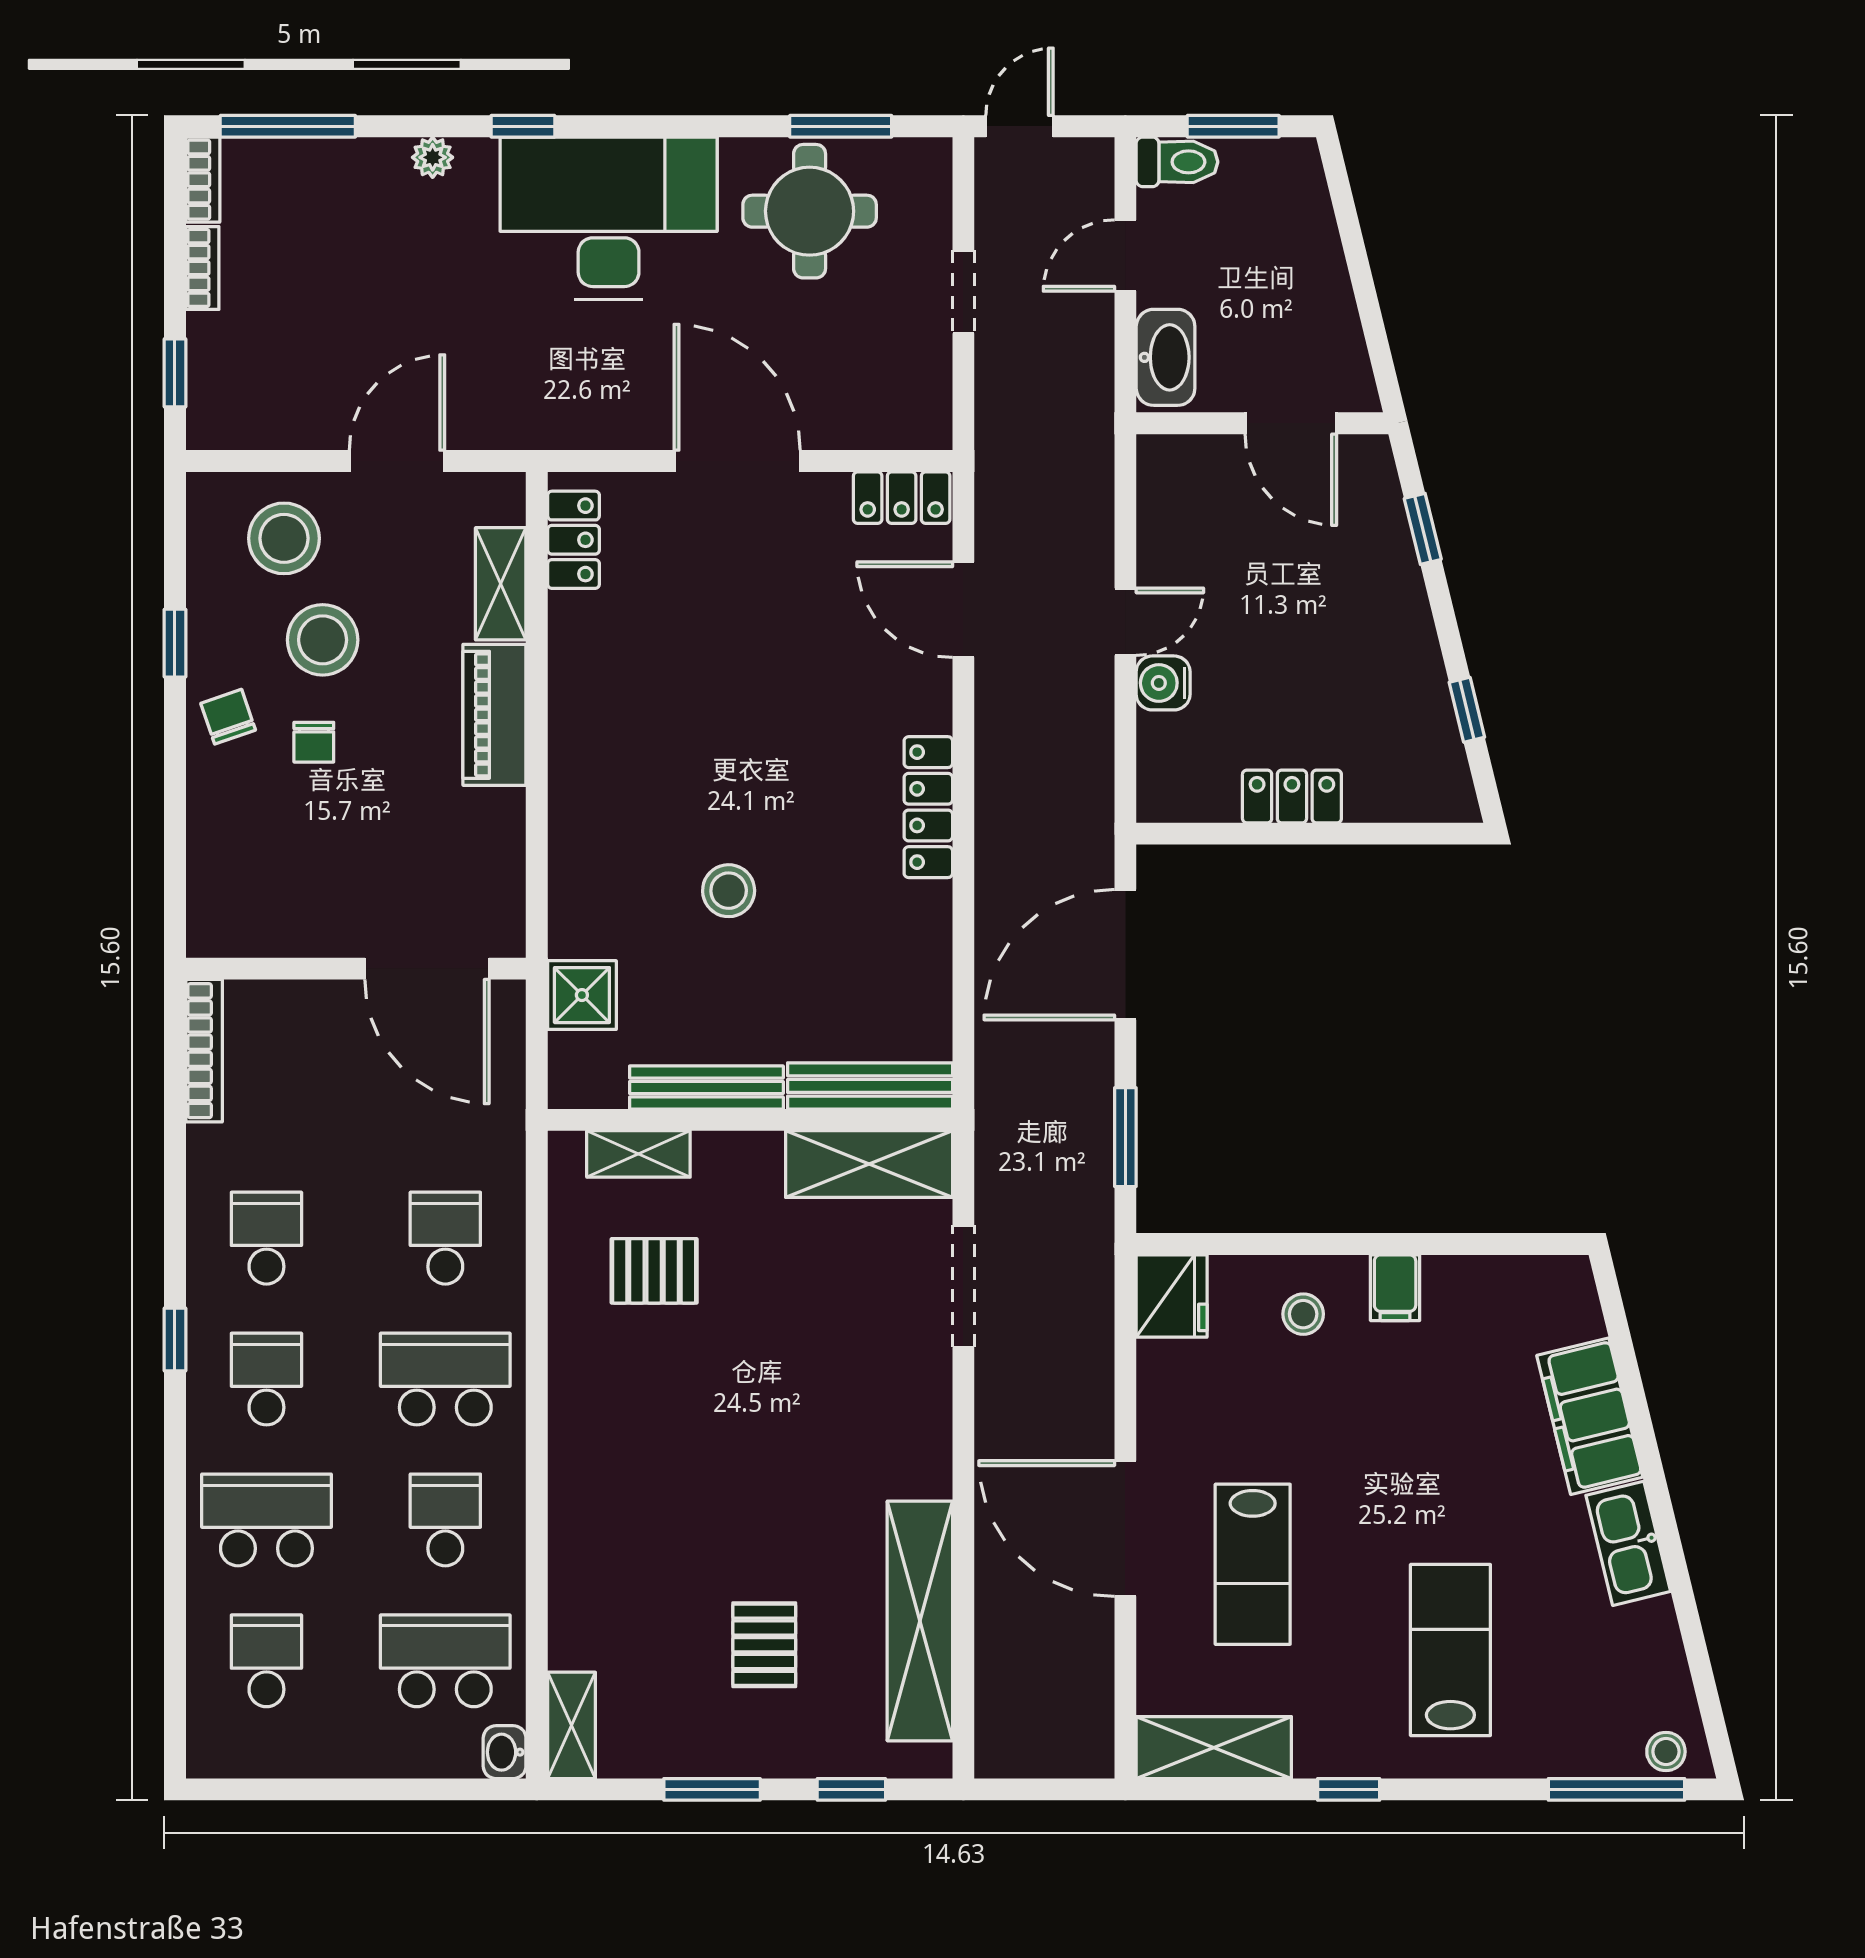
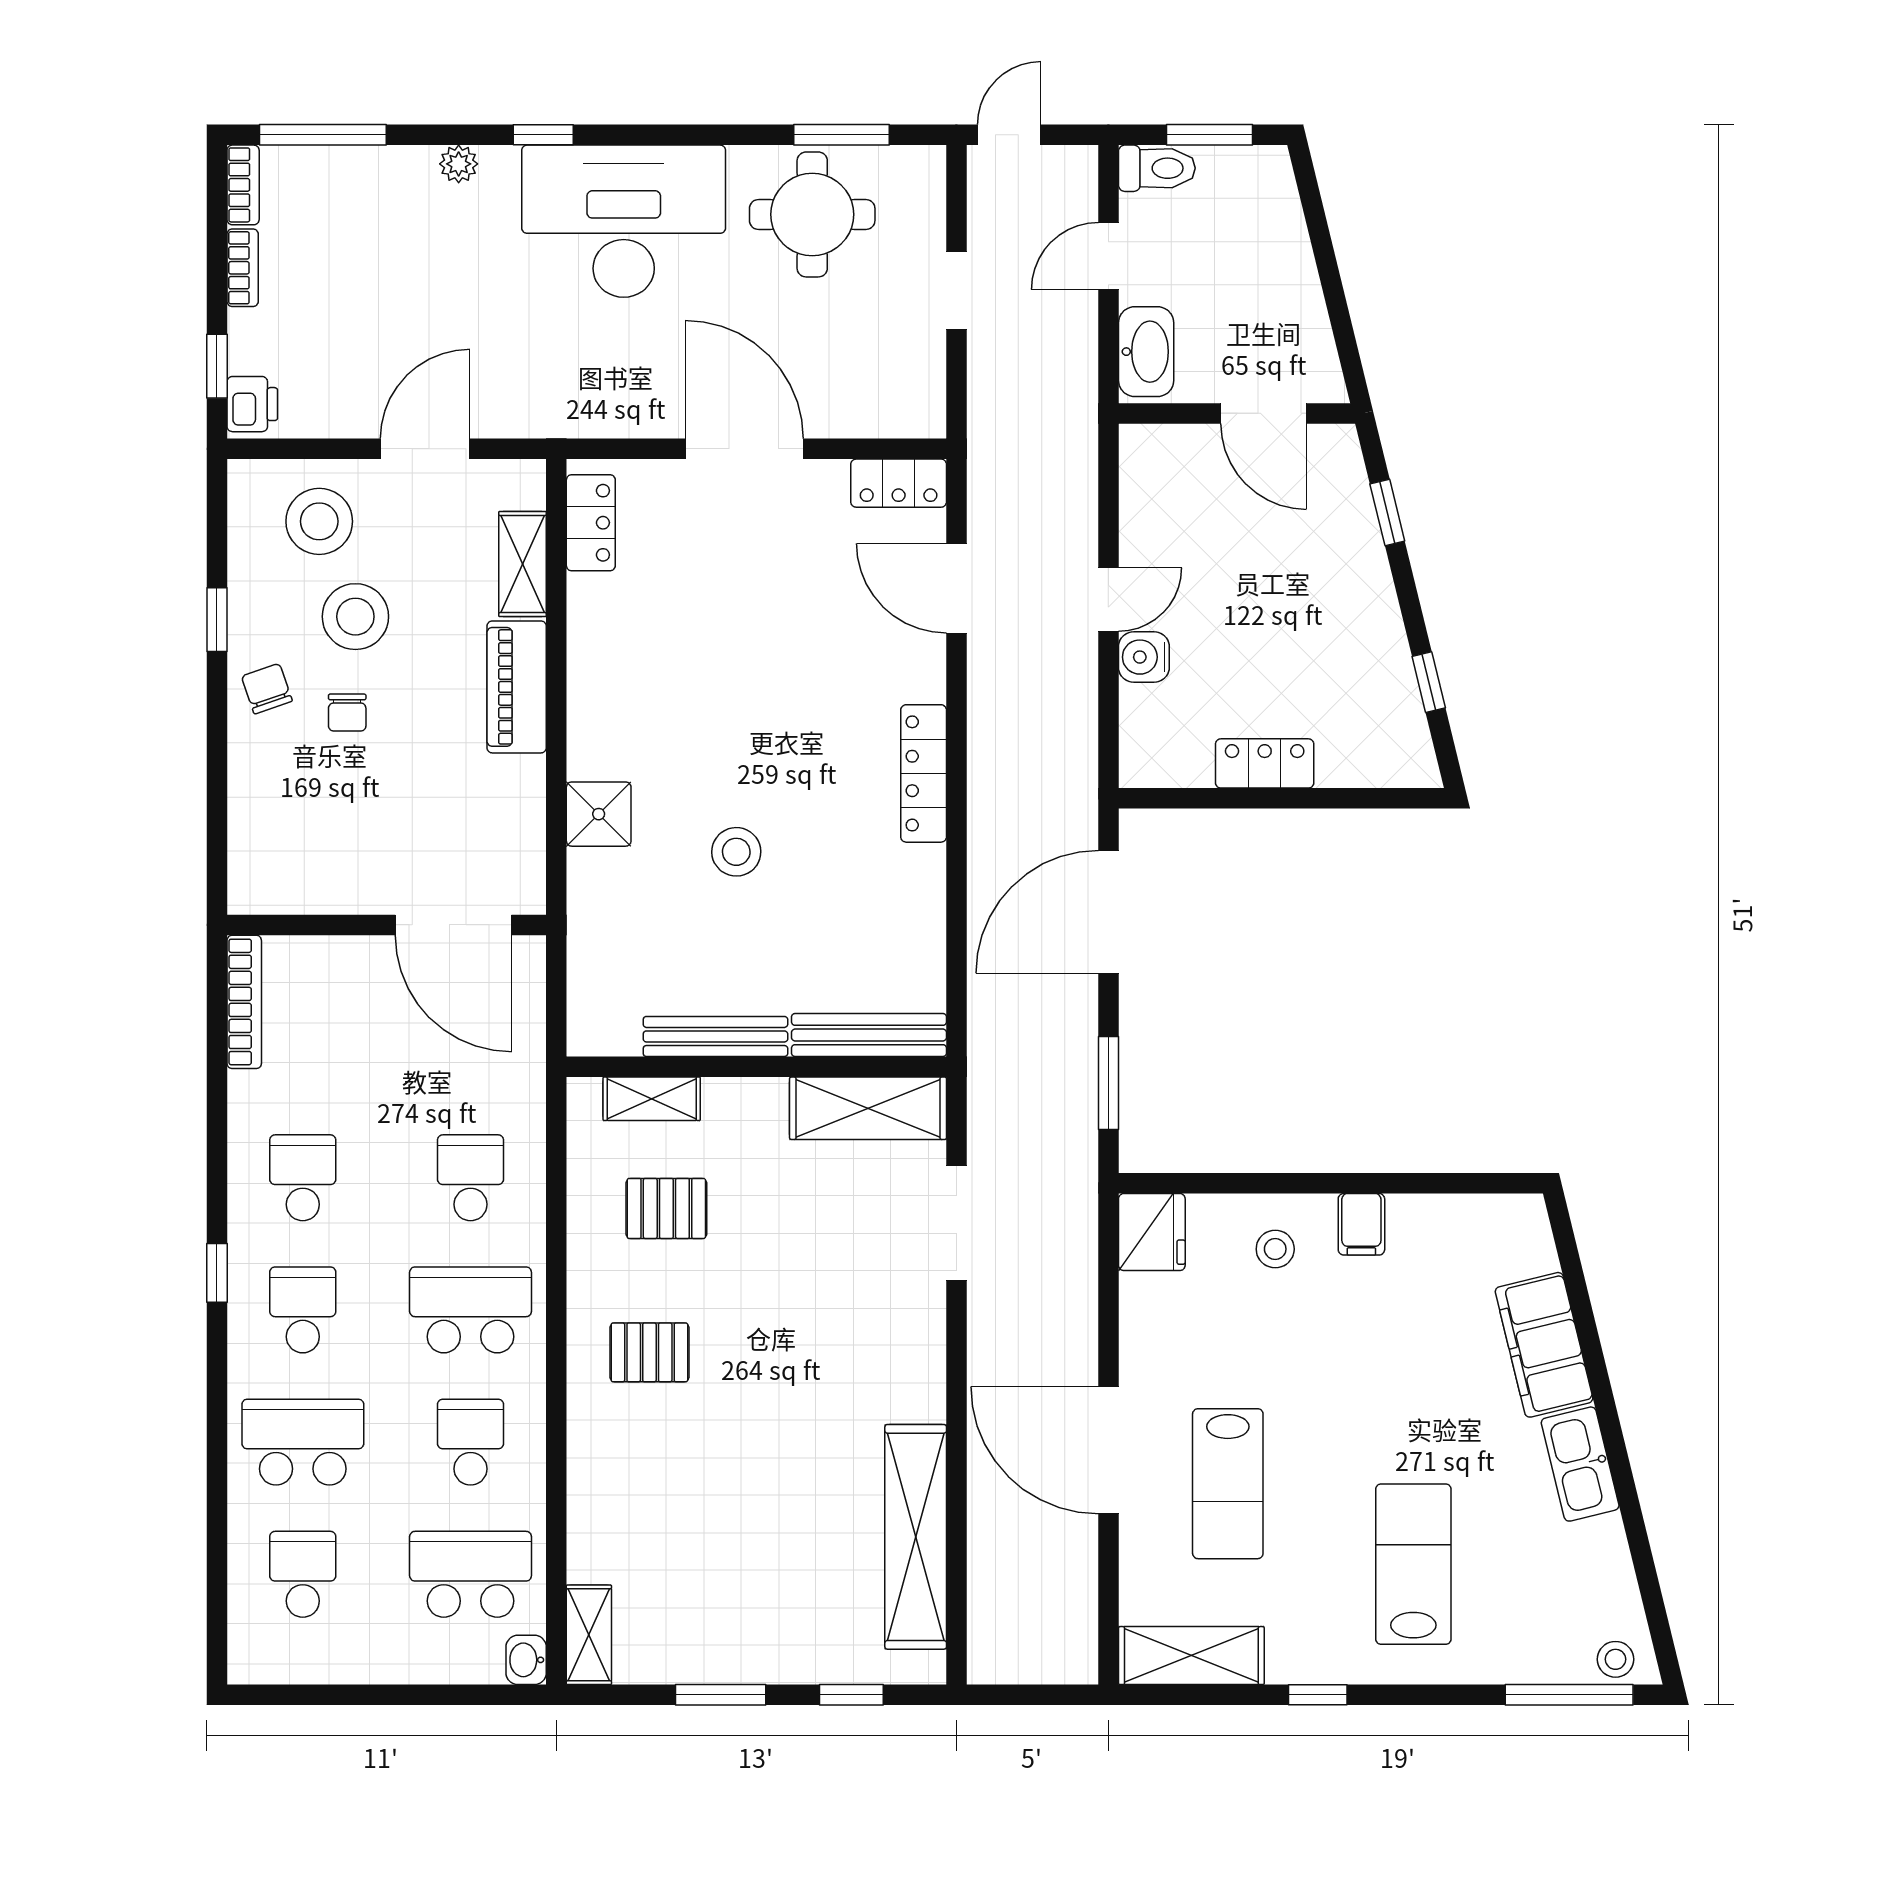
printer: (213, 413) -> (252, 404), added
shower: (582, 995) -> (599, 814), moved
pallet: (764, 1645) -> (649, 1352), moved, turned 90

